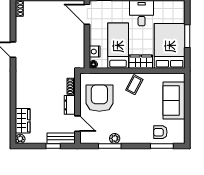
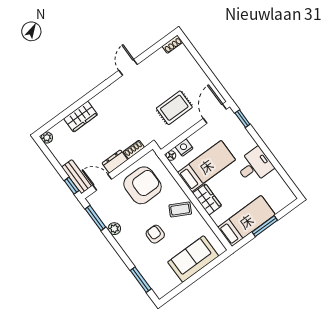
rug: (63, 38) -> (174, 108), added
bed: (170, 46) -> (246, 221), width x0.67
wardrobe: (23, 121) -> (81, 117), moved
door: (77, 124) -> (102, 182), swing flipped
armchair: (160, 132) -> (155, 234), moved
window: (53, 146) -> (72, 186), moved
window: (110, 146) -> (95, 218), moved

